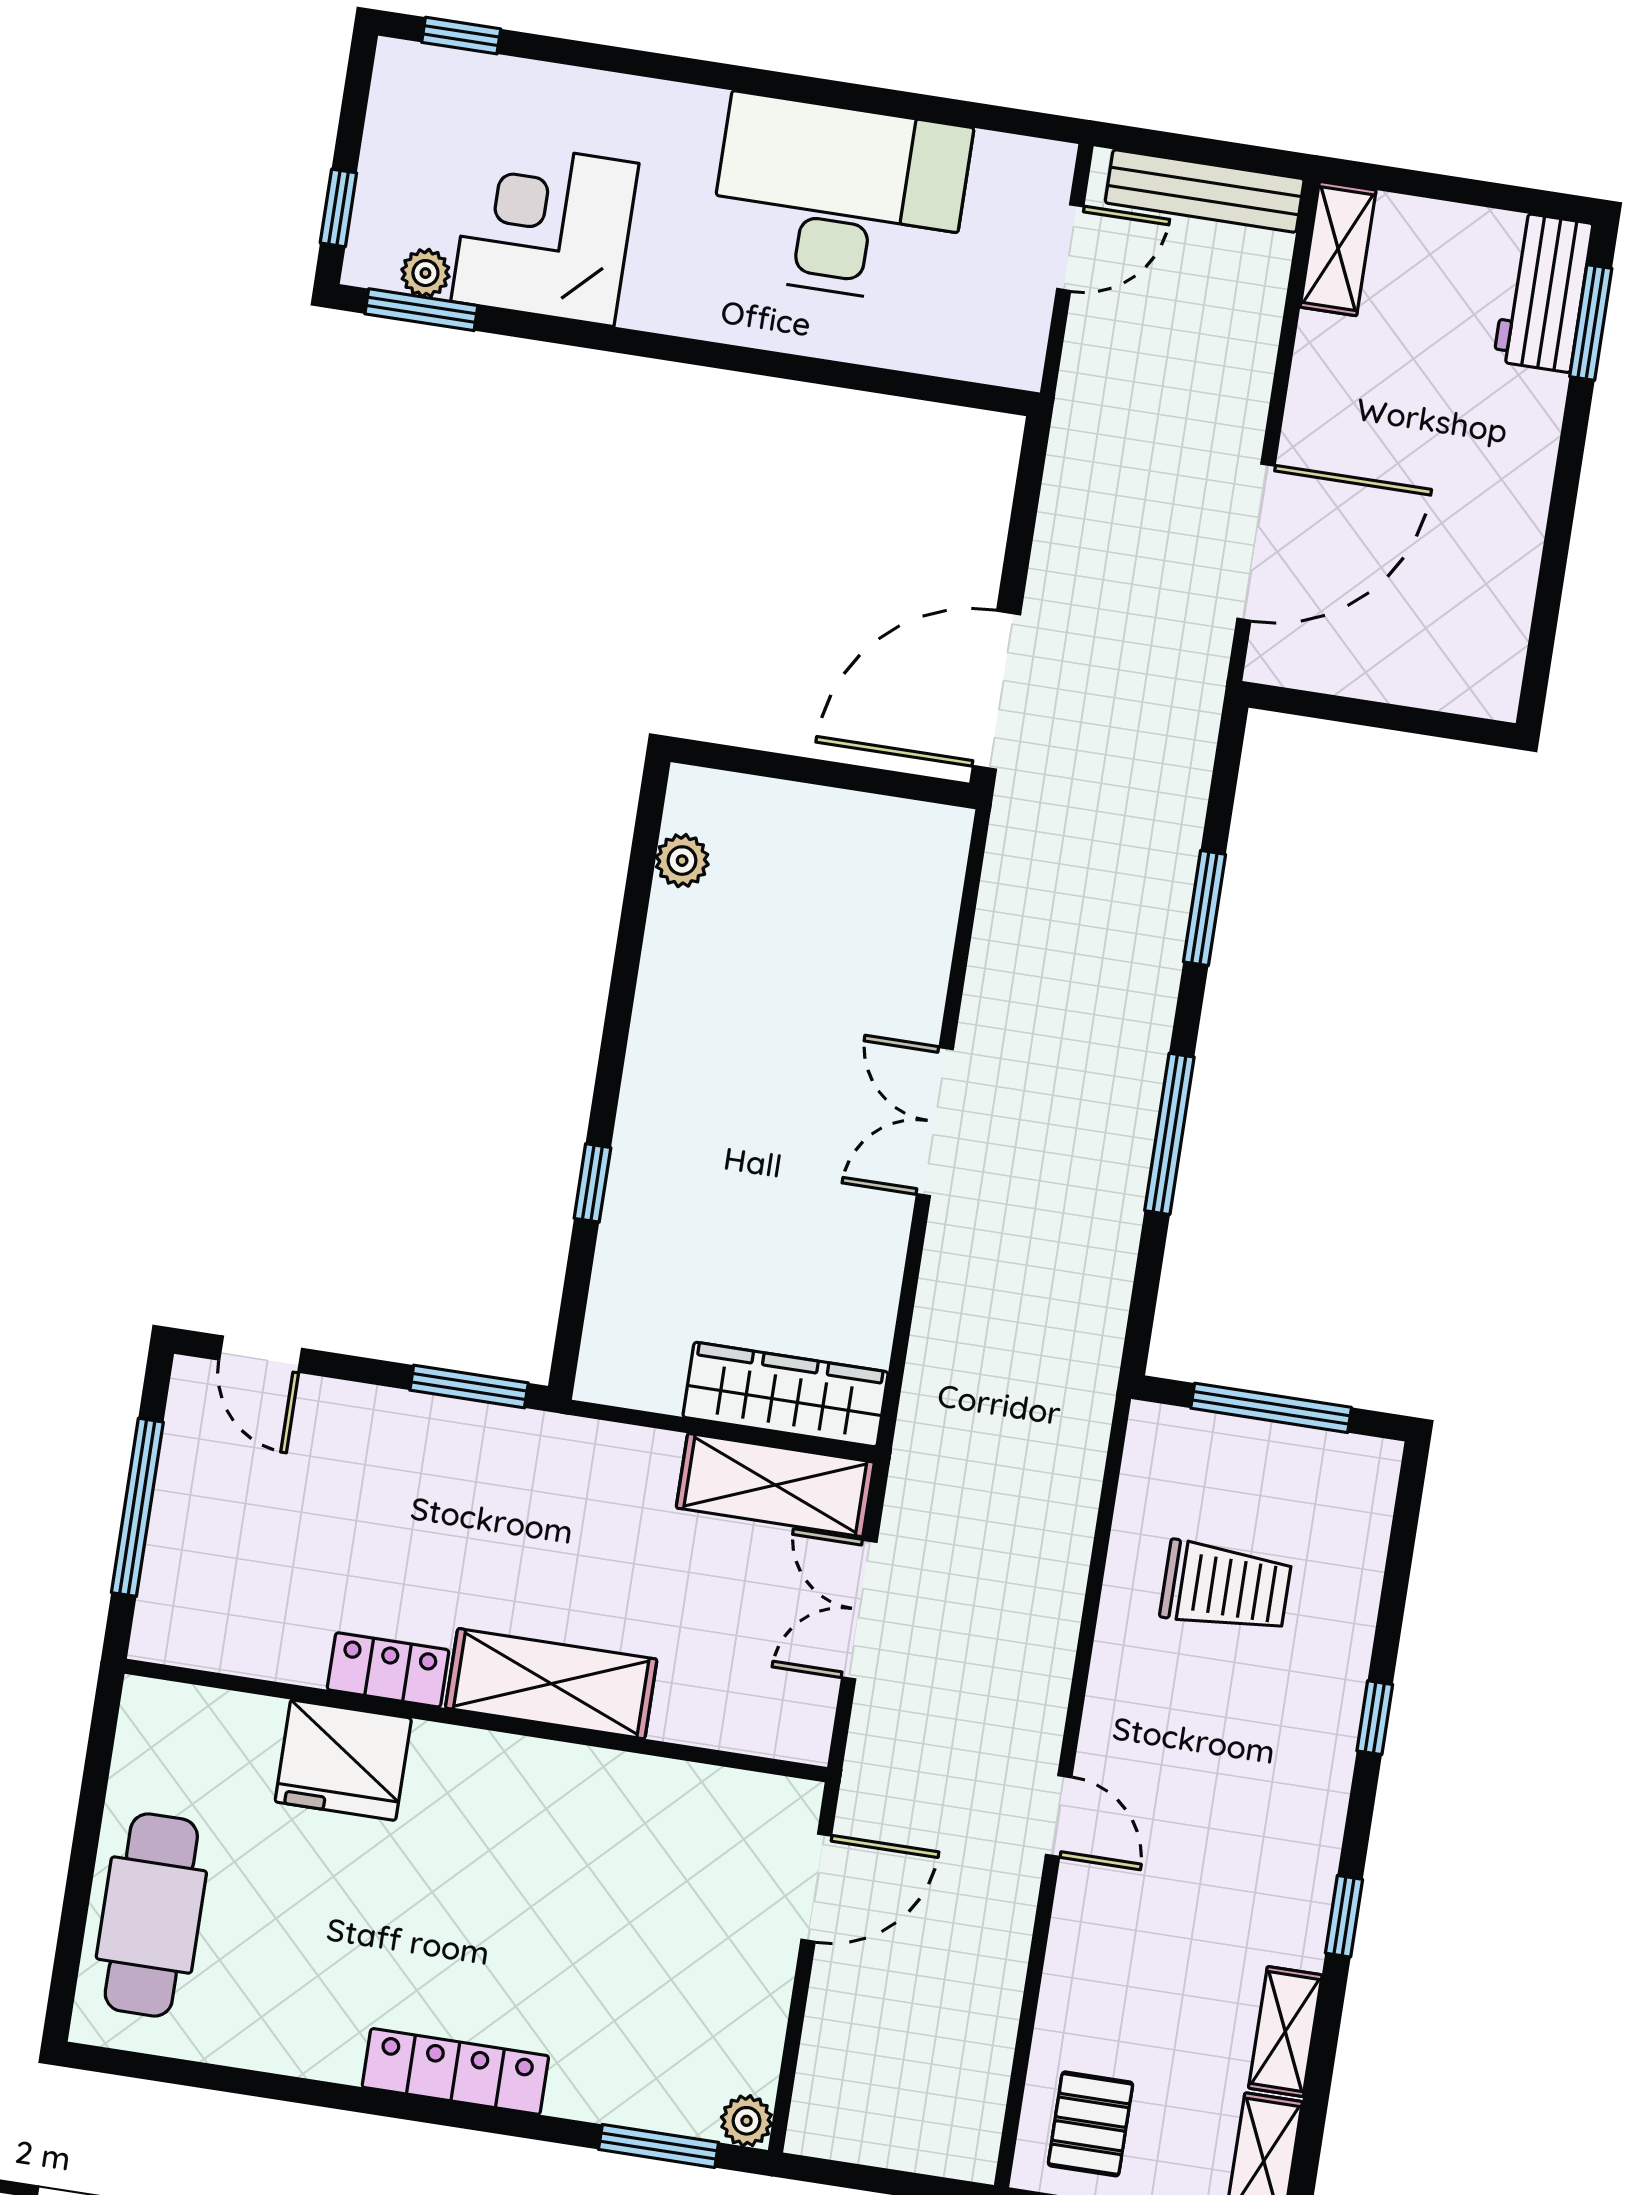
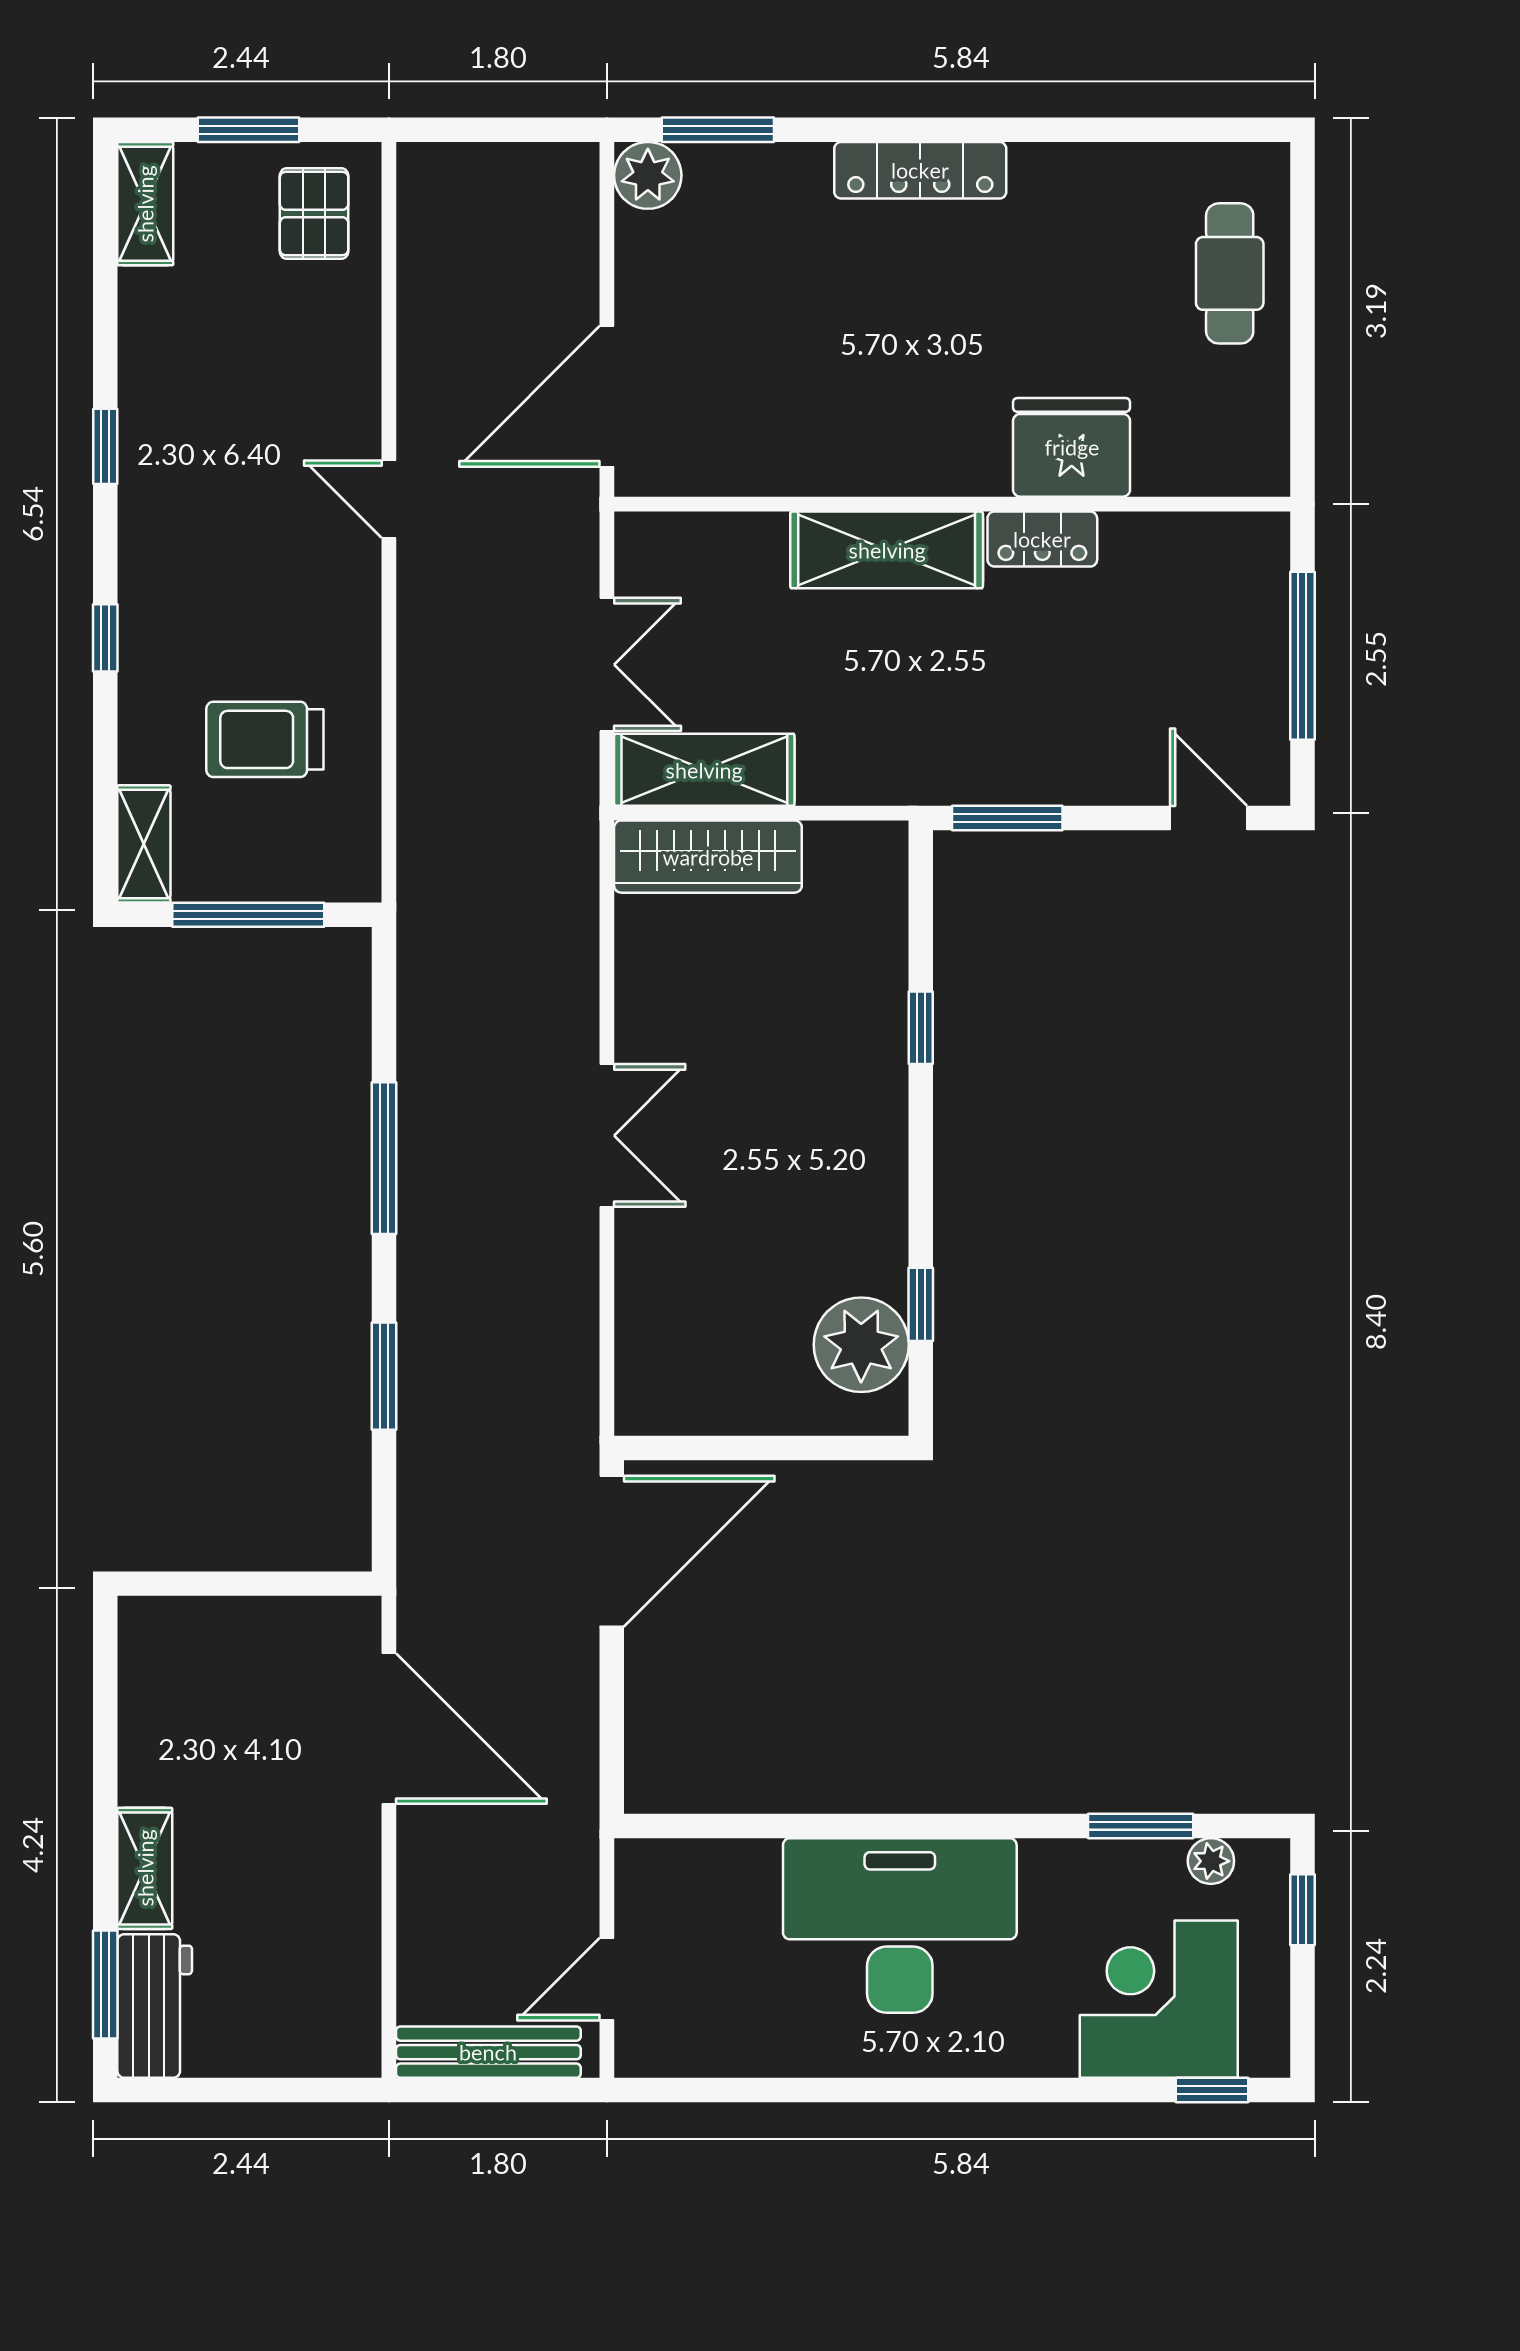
desk: (839, 200) -> (900, 1925), moved, turned 180
corner desk: (545, 232) -> (1159, 1999), moved, turned 180
shelving: (1338, 249) -> (145, 1868), moved
window: (421, 310) -> (1141, 1826), moved
door: (1256, 542) -> (389, 1729), swing flipped
plant: (682, 861) -> (861, 1345), width x1.88, depth x1.88
window: (637, 896) -> (921, 1304), added
door: (816, 1888) -> (607, 396), width x1.36
cafe table: (151, 1915) -> (1230, 273), width x0.73, depth x0.74
shelving: (1285, 2031) -> (144, 844), moved
plant: (747, 2121) -> (648, 175), width x1.38, depth x1.38

